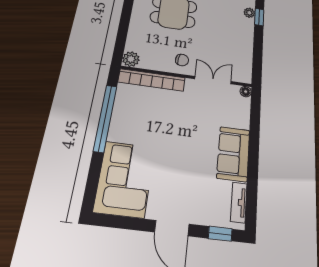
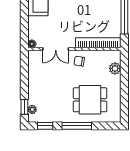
plant: (131, 59) -> (115, 68), moved

